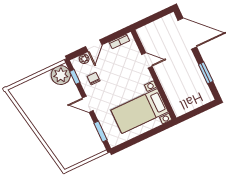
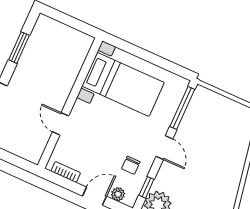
window: (100, 131) -> (182, 108), width x1.44

